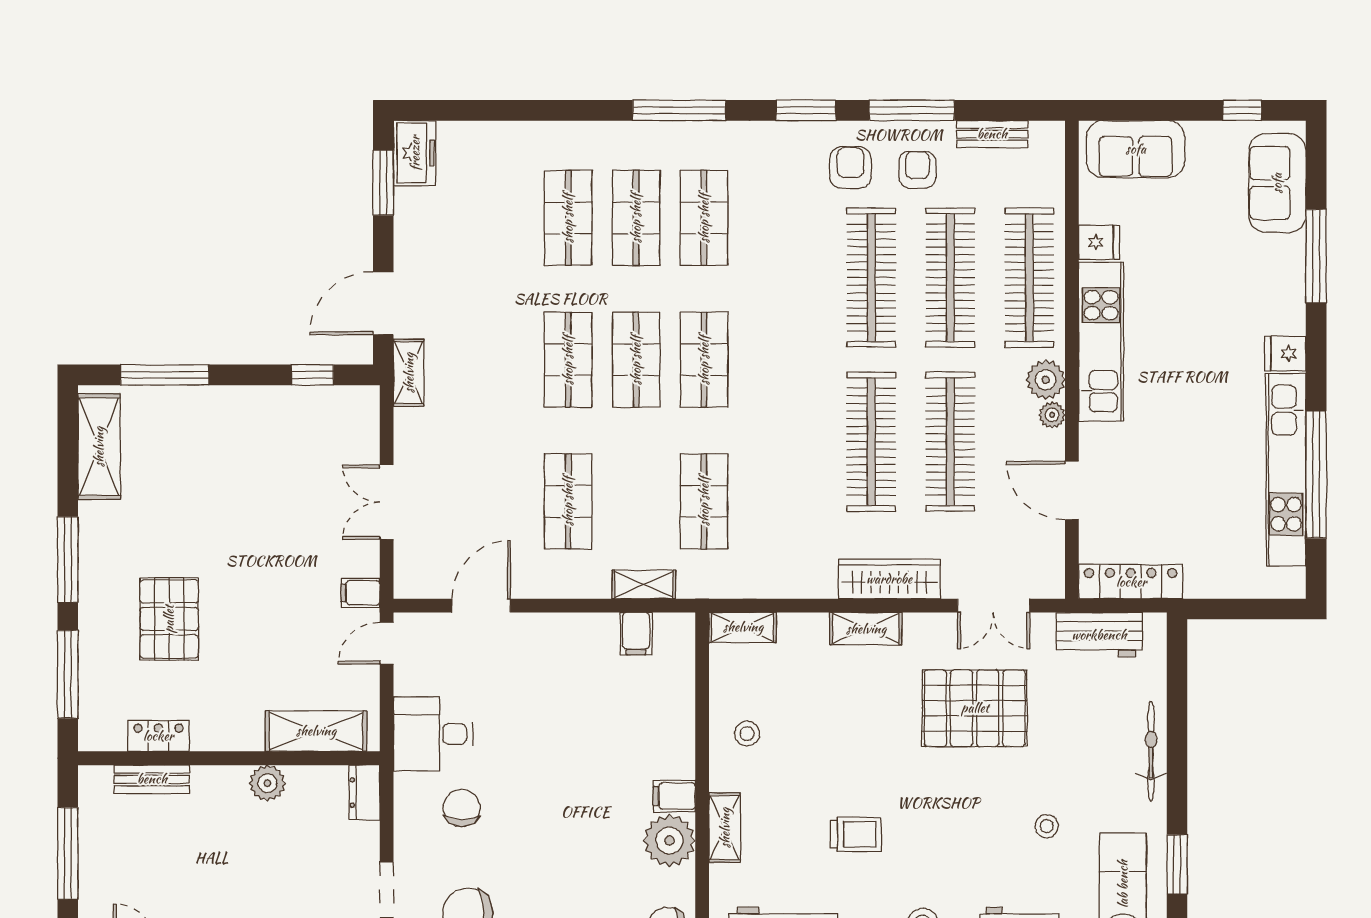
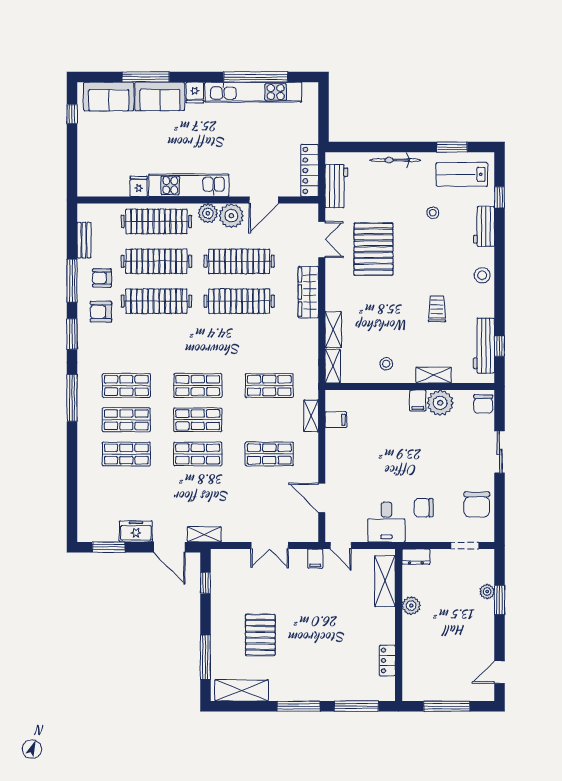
sofa: (1136, 149) -> (160, 96), moved, turned 90
freezer: (415, 153) -> (136, 531), moved
plant: (1052, 415) -> (231, 216), width x1.88, depth x1.88
pallet: (169, 619) -> (260, 635), moved, turned 90
shelving: (866, 629) -> (333, 330), moved
bench: (152, 779) -> (409, 664), removed

